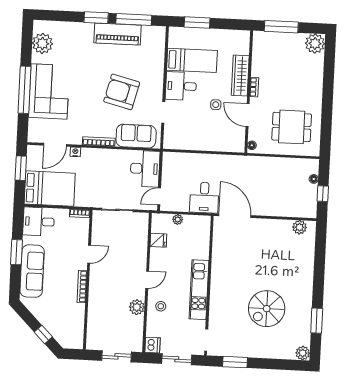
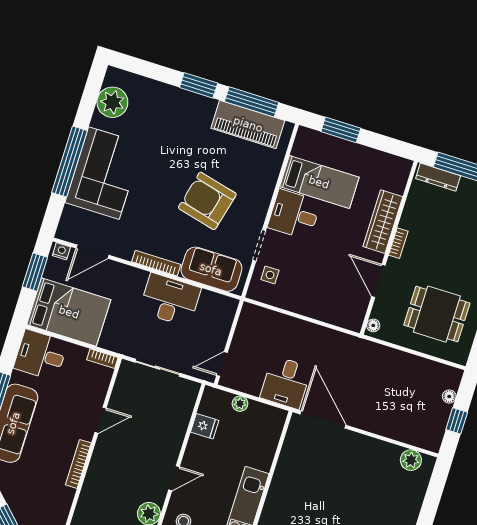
piano: (118, 34) -> (248, 124), moved
dresser: (269, 37) -> (438, 177), added
side table: (216, 105) -> (270, 275), moved
nightstand: (75, 152) -> (61, 251), moved
desk: (145, 169) -> (170, 300), moved, turned -90

